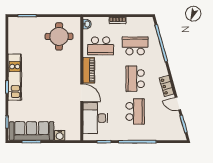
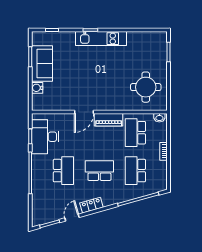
school desk: (135, 46) -> (135, 171), turned 180
school desk: (135, 111) -> (63, 171), turned -90
desk: (95, 118) -> (45, 137), moved, turned -90
sofa: (32, 131) -> (42, 63), width x0.73

